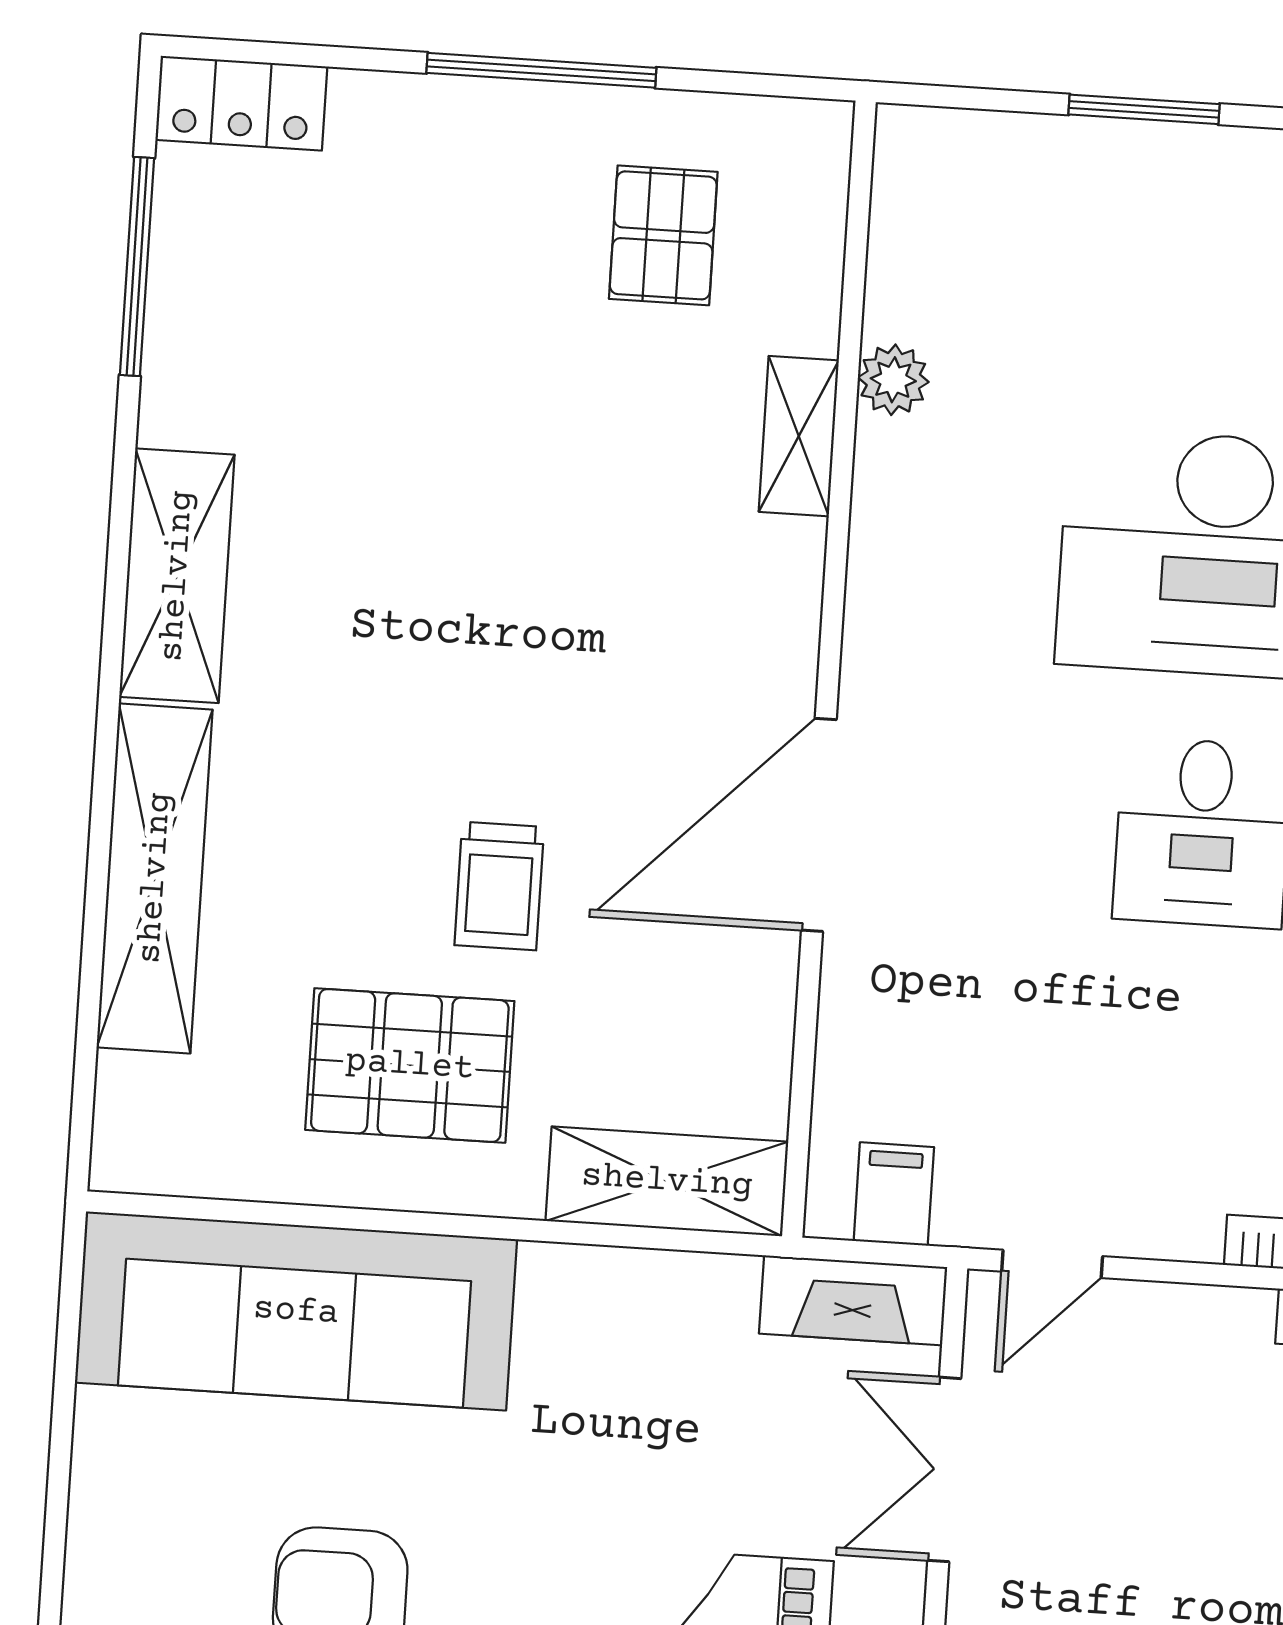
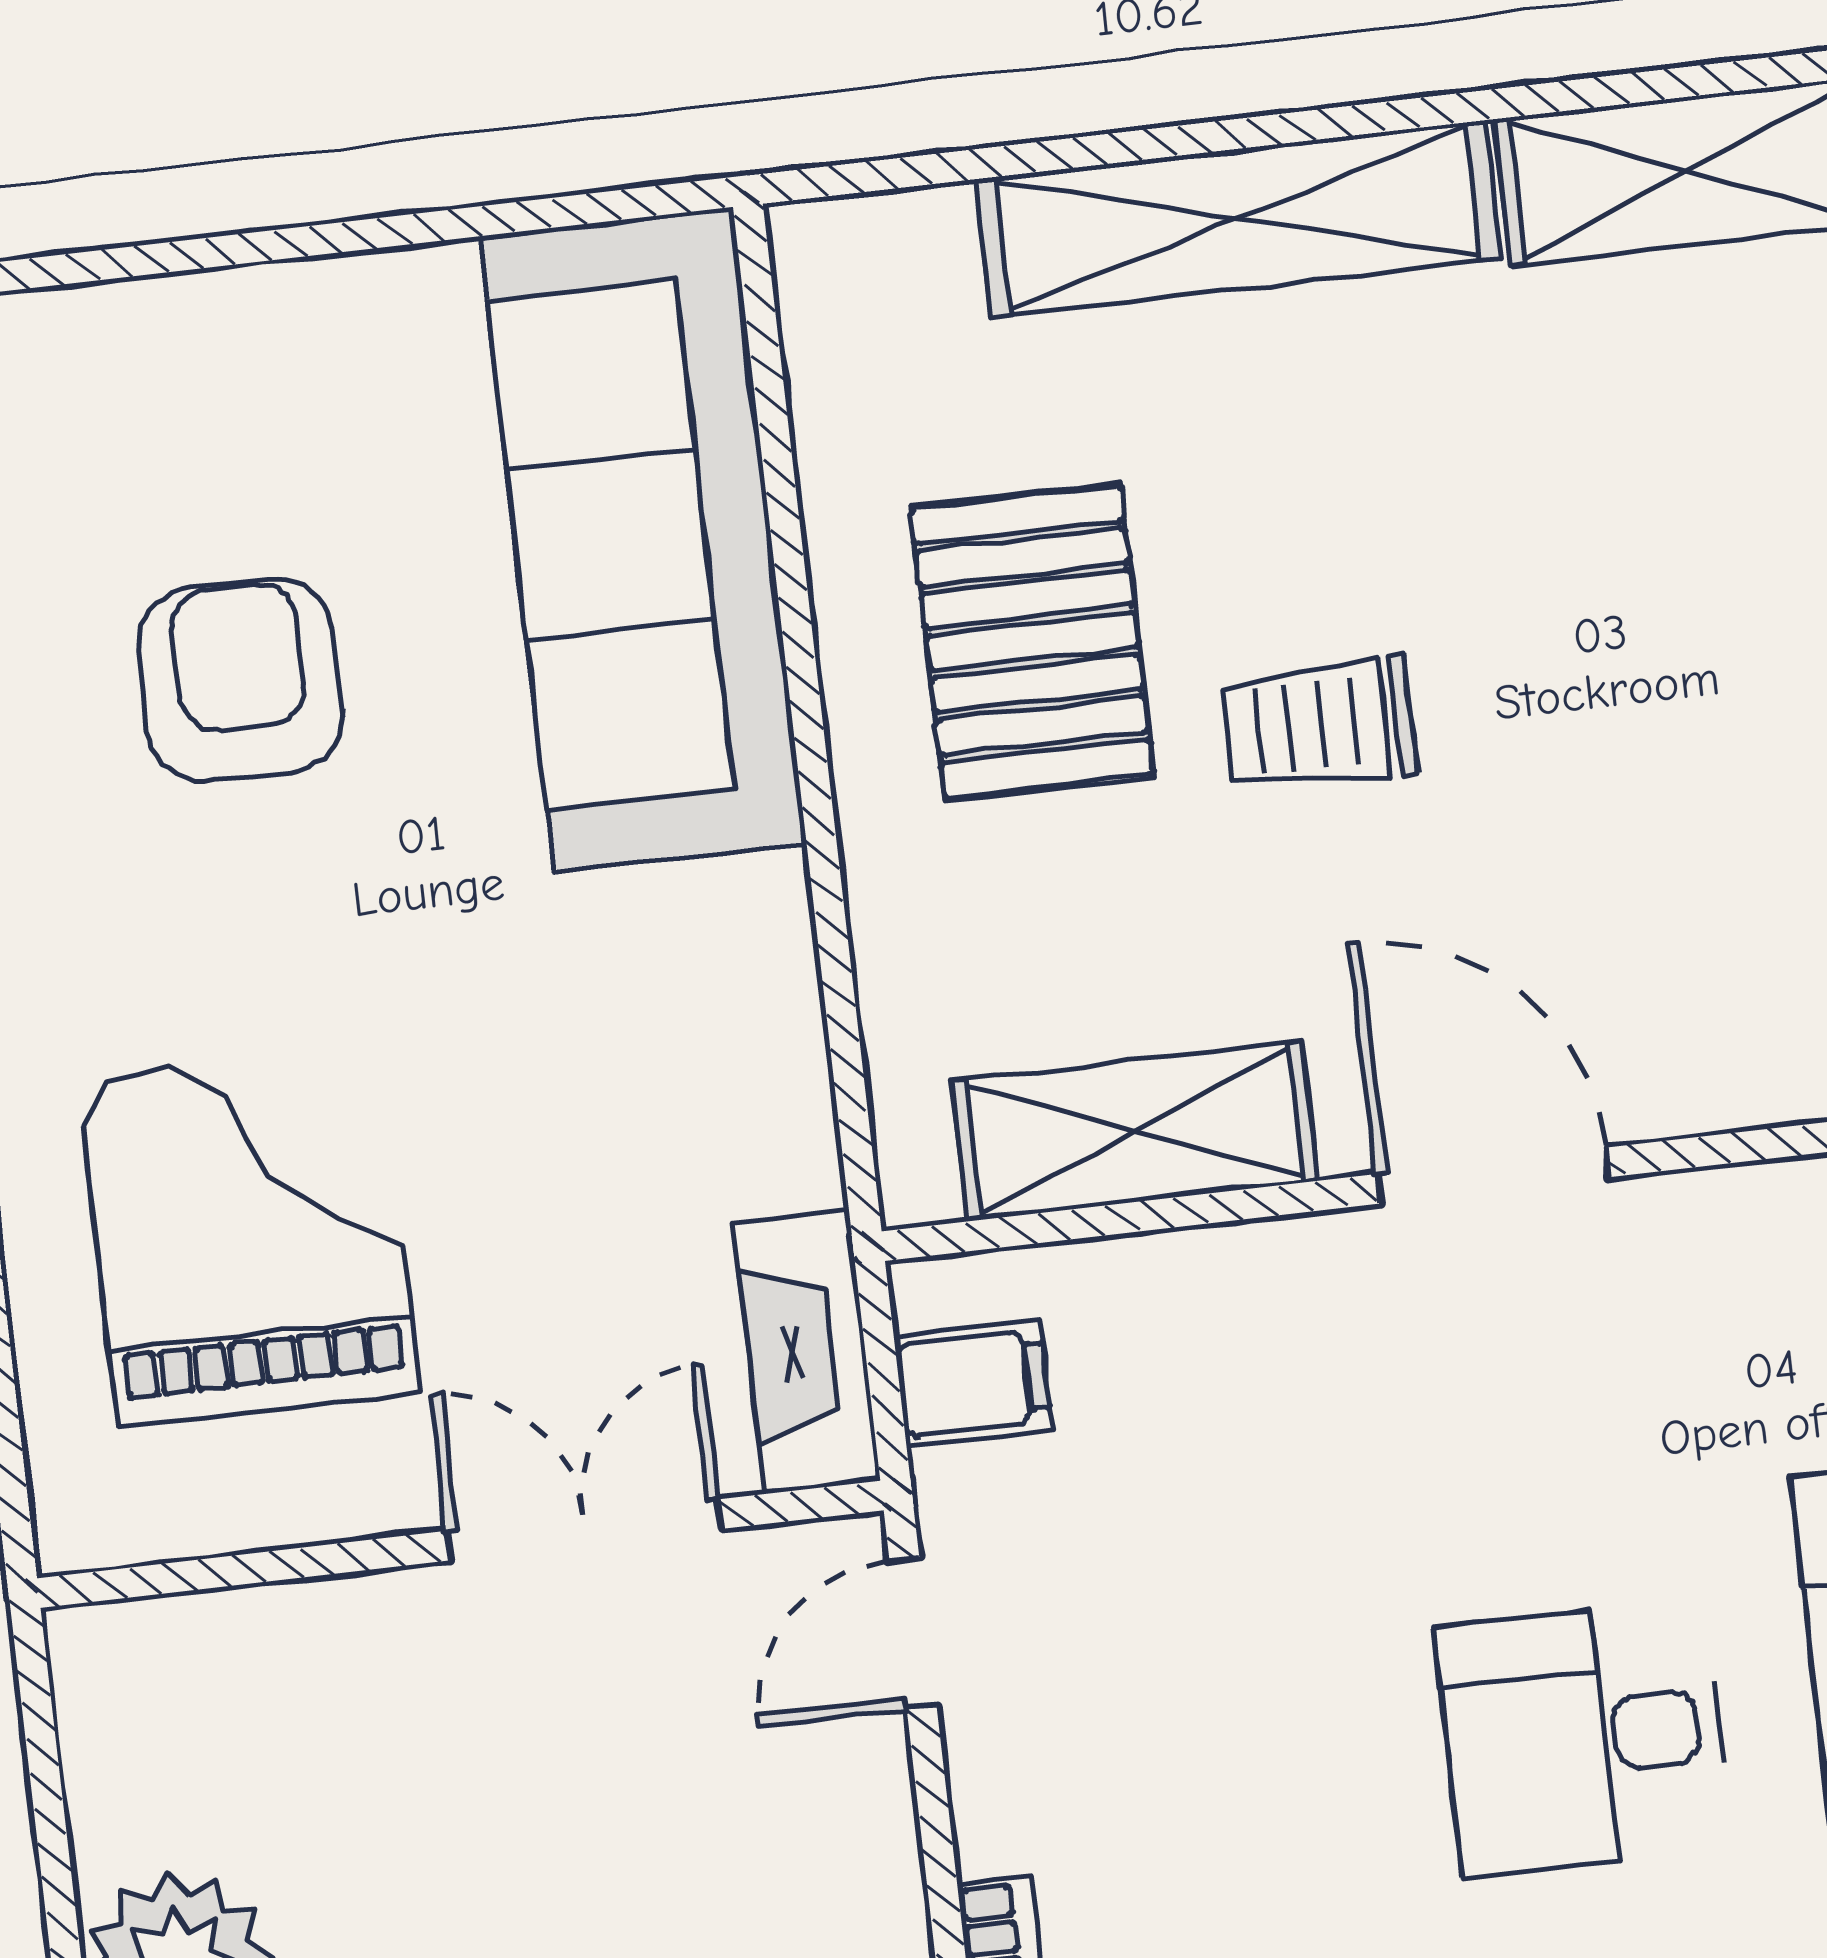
door: (819, 825) -> (1493, 1176), width x0.73
shelving: (667, 1181) -> (1135, 1131), moved, turned 90
door: (1052, 1264) -> (913, 1633), hinge flipped

